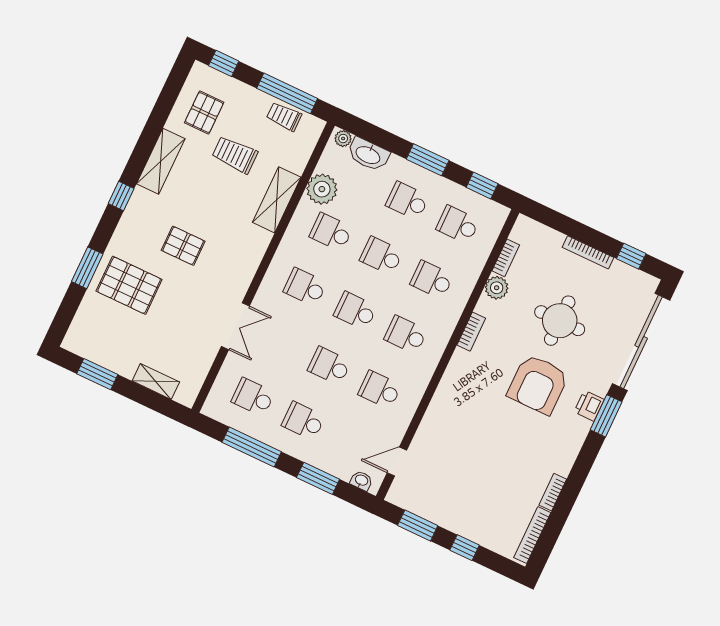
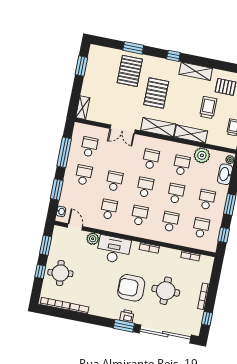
pallet: (183, 246) -> (156, 93), width x1.50, depth x1.42
shelving: (248, 258) -> (158, 127), added
plant: (497, 288) -> (93, 239), moved
shelving: (156, 381) -> (83, 108), moved
desk: (458, 399) -> (114, 250), added
round table: (477, 511) -> (60, 273), added

